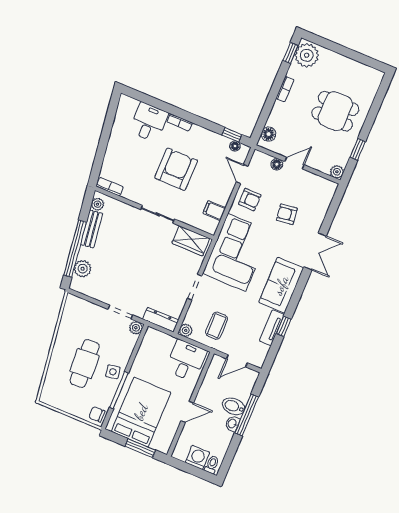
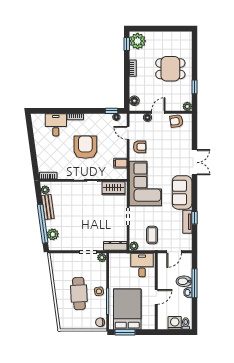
armchair: (287, 214) -> (176, 121), moved
window: (140, 448) -> (125, 332), moved

